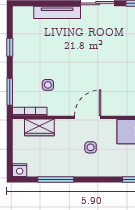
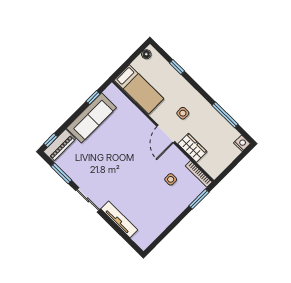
window: (10, 47) -> (171, 227), removed
door: (88, 117) -> (166, 134), hinge flipped
wardrobe: (39, 127) -> (192, 148), moved

